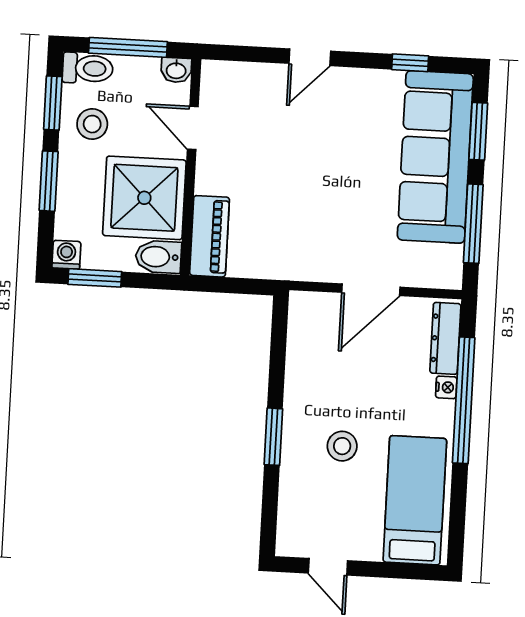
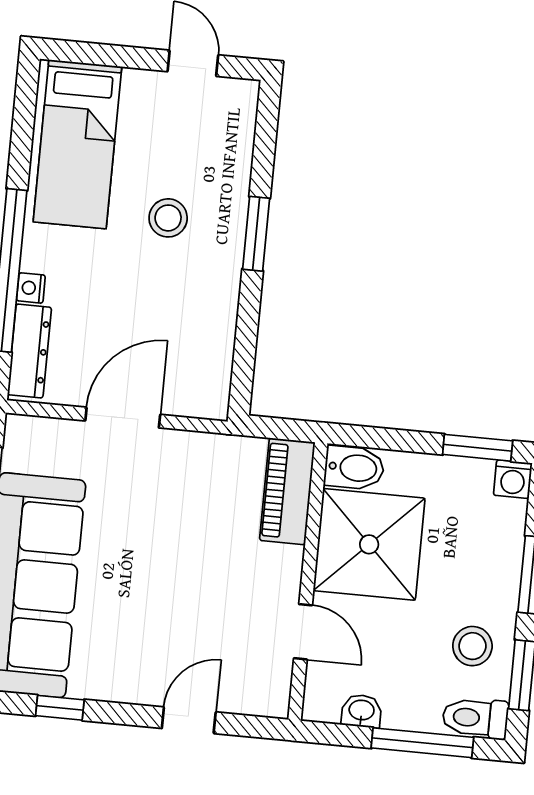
door: (193, 128) -> (303, 632), moved
wall: (191, 167) -> (308, 582), moved
shower: (144, 198) -> (369, 544), moved
piano: (210, 236) -> (287, 491), moved
bidet: (158, 257) -> (354, 468), moved

